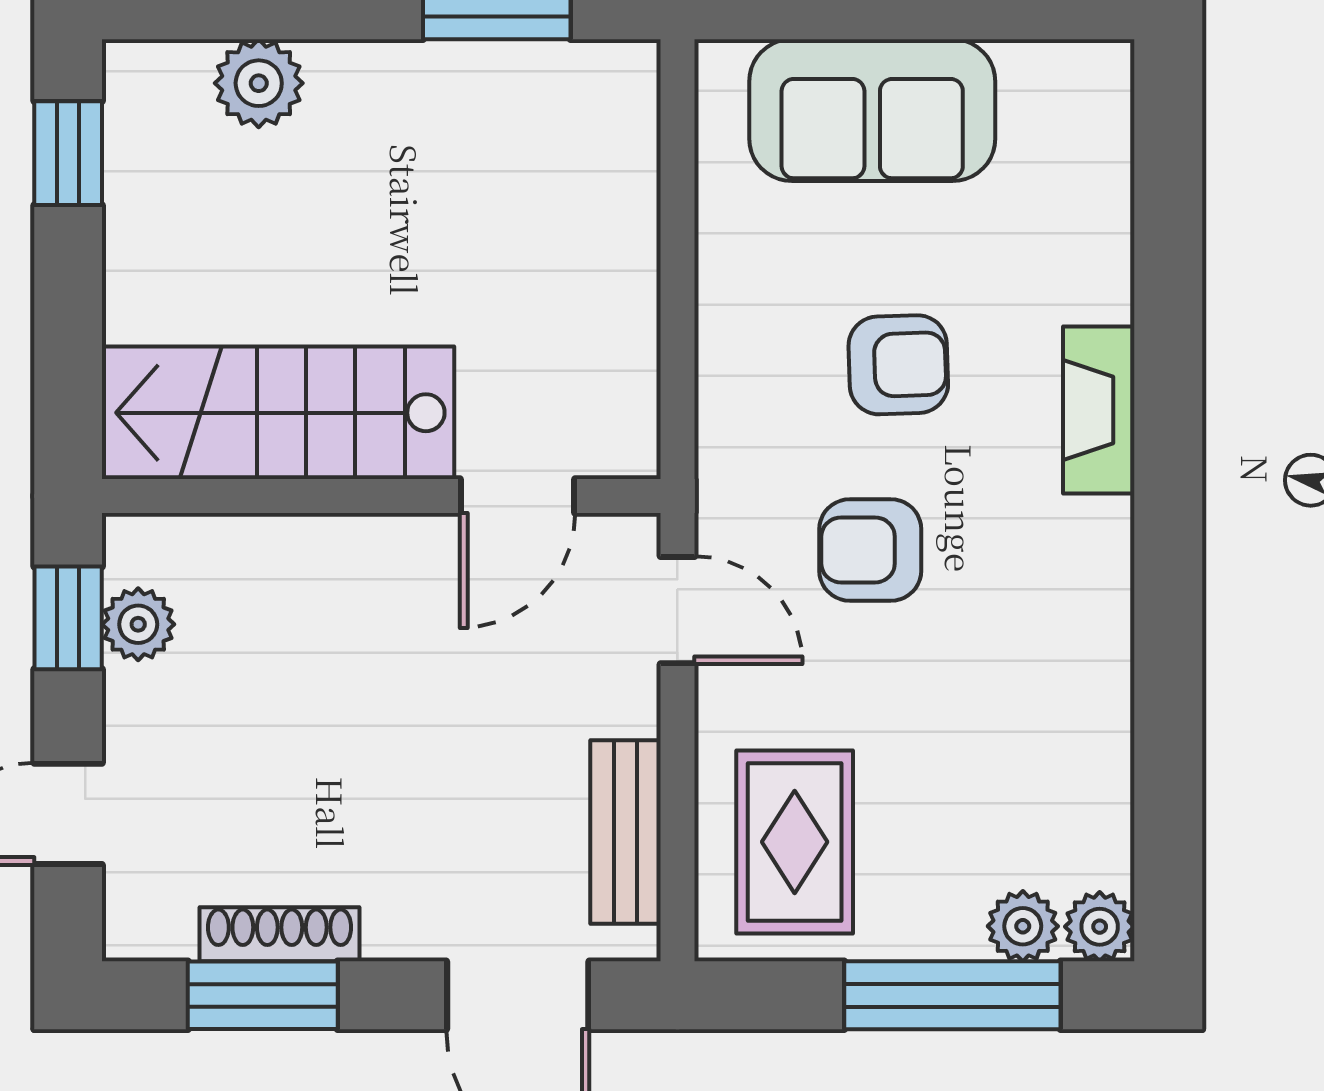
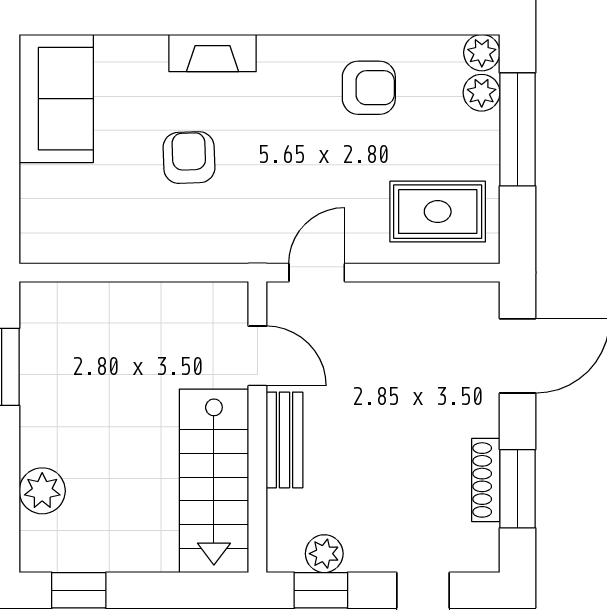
sofa: (872, 110) -> (56, 99), moved
armchair: (870, 550) -> (369, 88), moved, turned -90
bench: (625, 832) -> (284, 440), moved, turned 90

